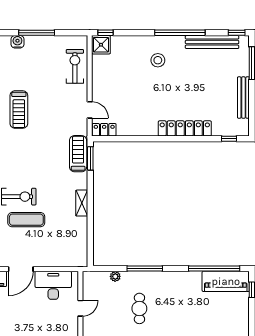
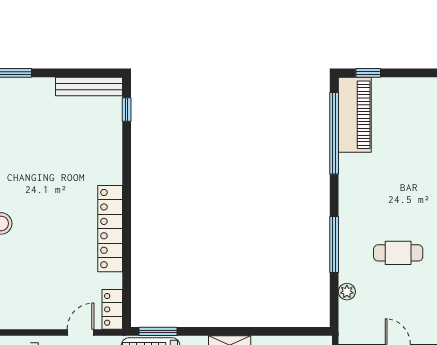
bench: (243, 98) -> (89, 87), moved
locker: (185, 128) -> (110, 229), moved

